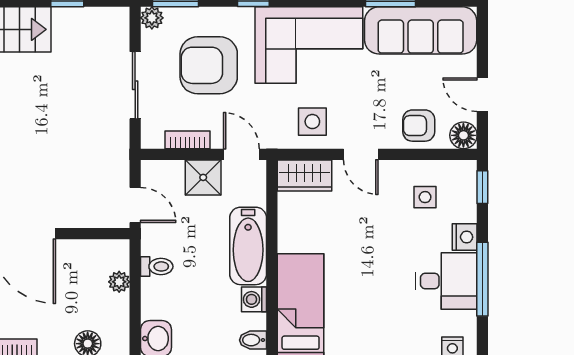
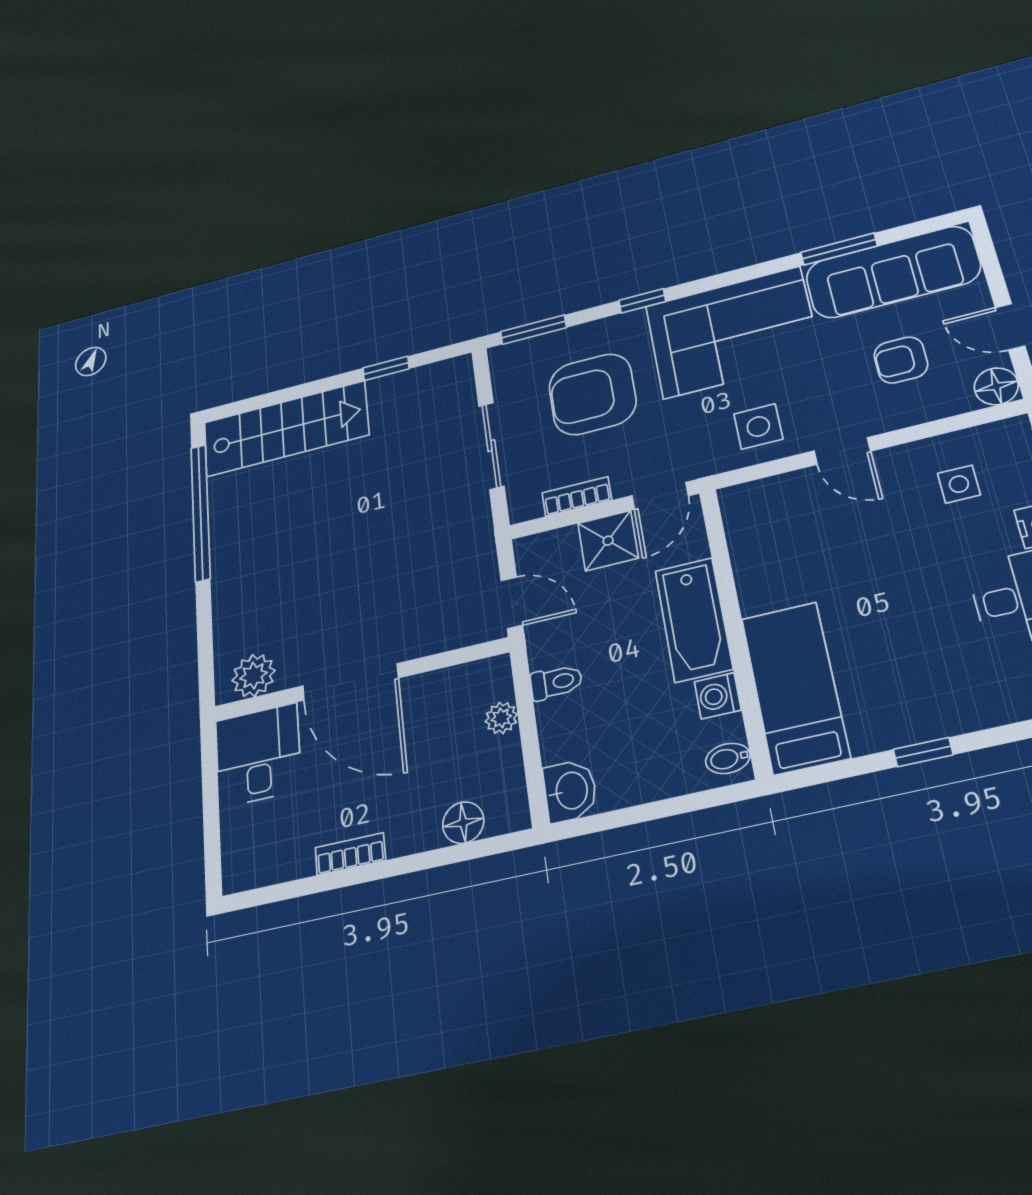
plant: (152, 18) -> (504, 358), removed
armchair: (419, 126) -> (901, 360), moved
door: (241, 154) -> (660, 496), swing flipped
wardrobe: (304, 175) -> (762, 501), removed

